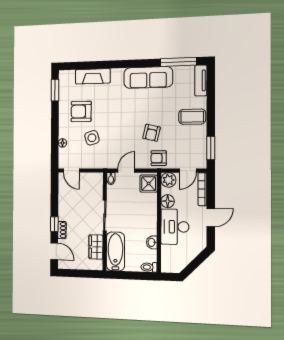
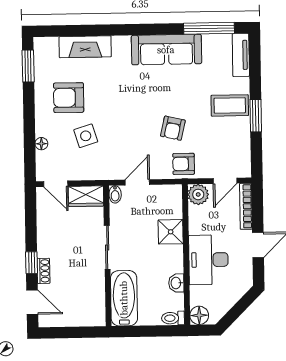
window: (211, 148) -> (256, 116), moved
shower: (149, 184) -> (171, 232), moved
floor lamp: (168, 201) -> (199, 315), moved
wardrobe: (96, 247) -> (86, 196), moved, turned -90

